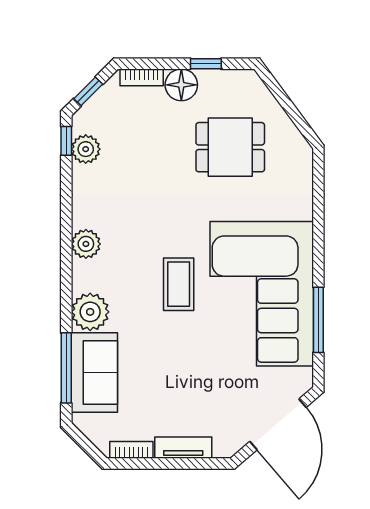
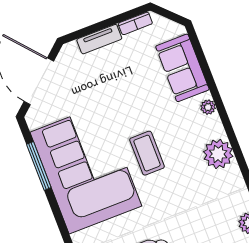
plant: (86, 244) -> (218, 154), width x1.36, depth x1.36
plant: (90, 312) -> (208, 107), width x0.53, depth x0.53
window: (66, 368) -> (204, 64), removed

